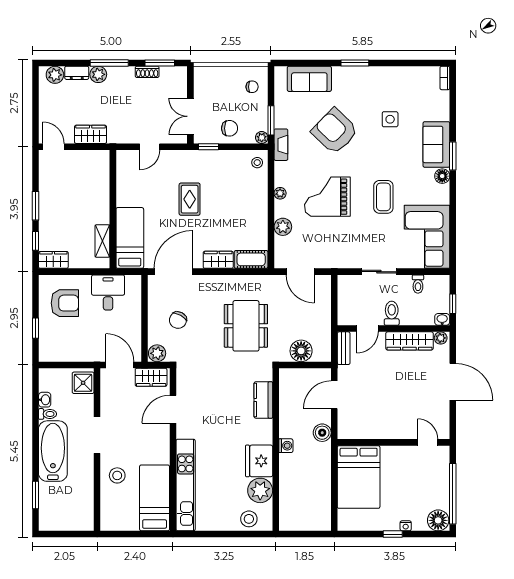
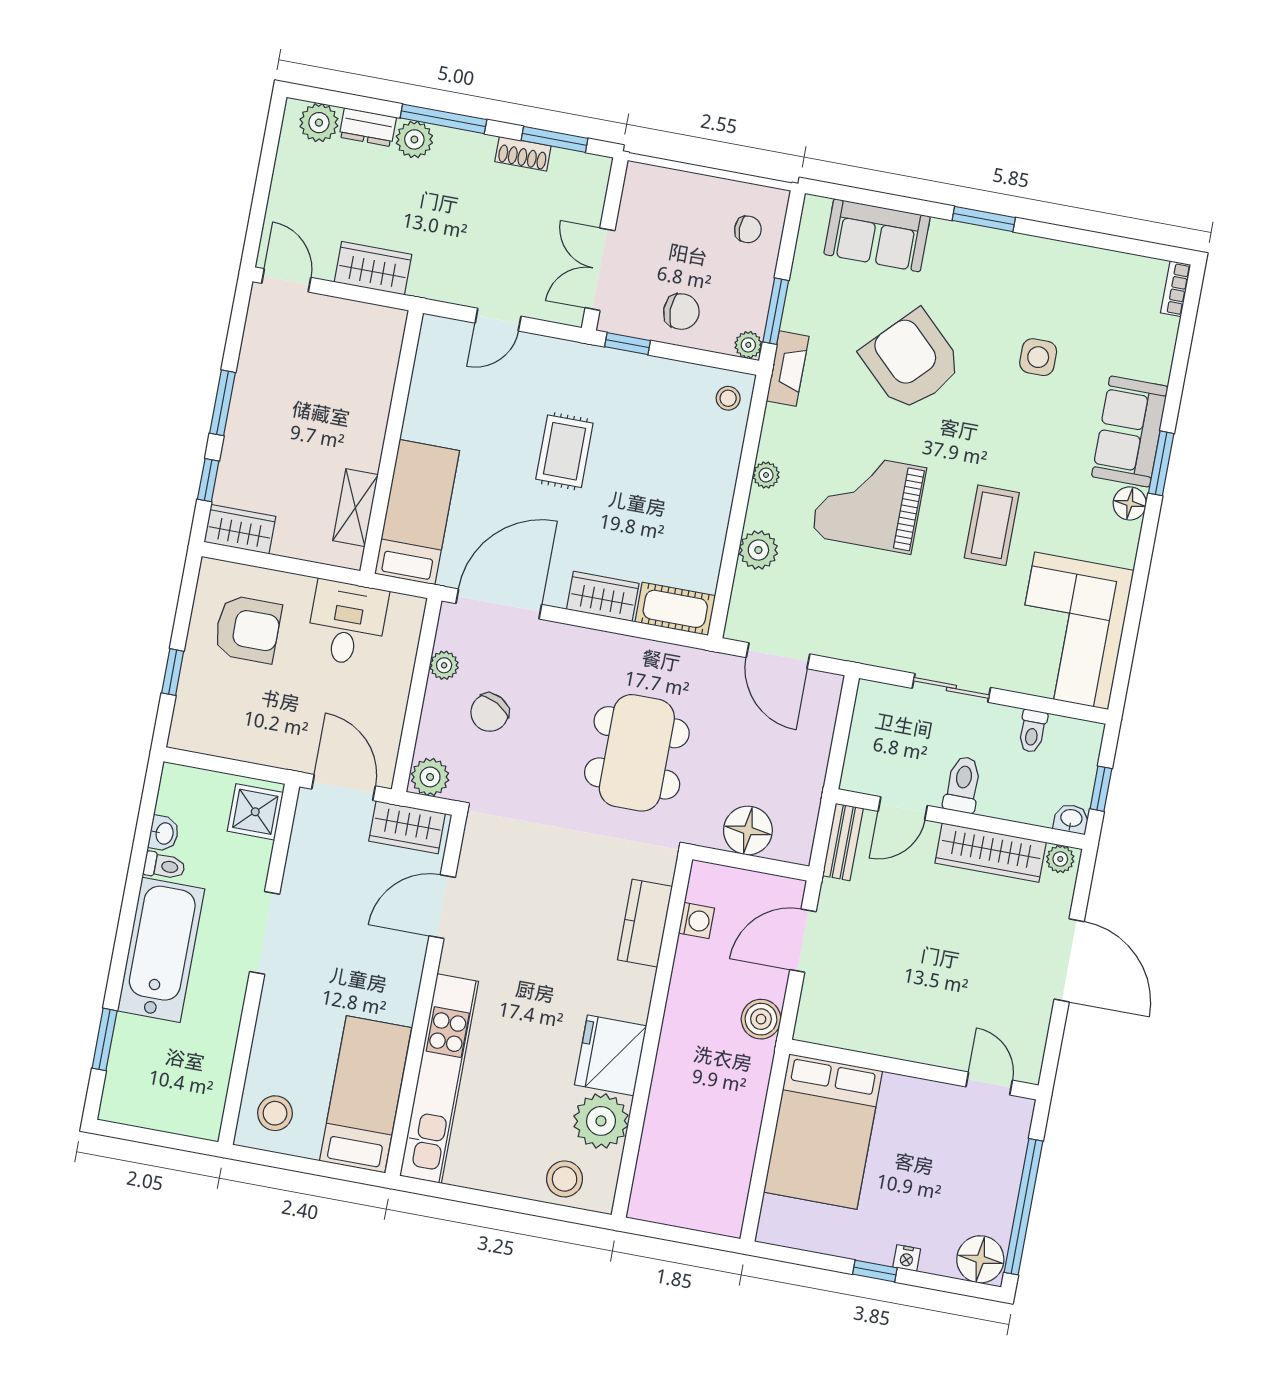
plant: (154, 303) -> (444, 665), added
washing machine: (286, 446) -> (697, 921), moved
stool: (117, 475) -> (275, 1113), moved

